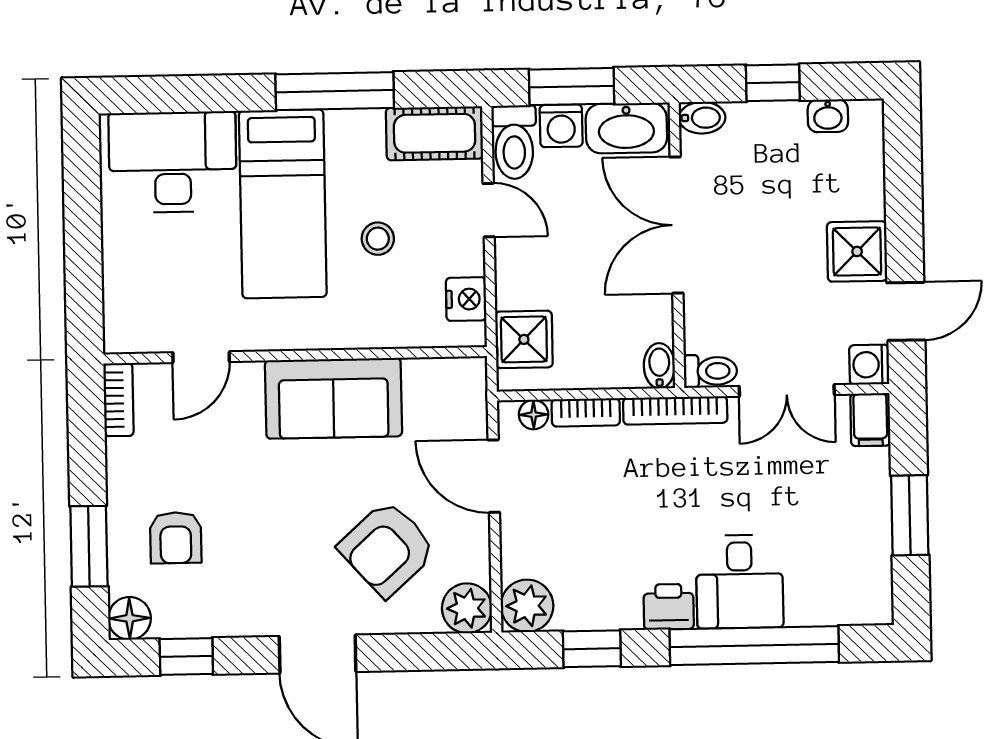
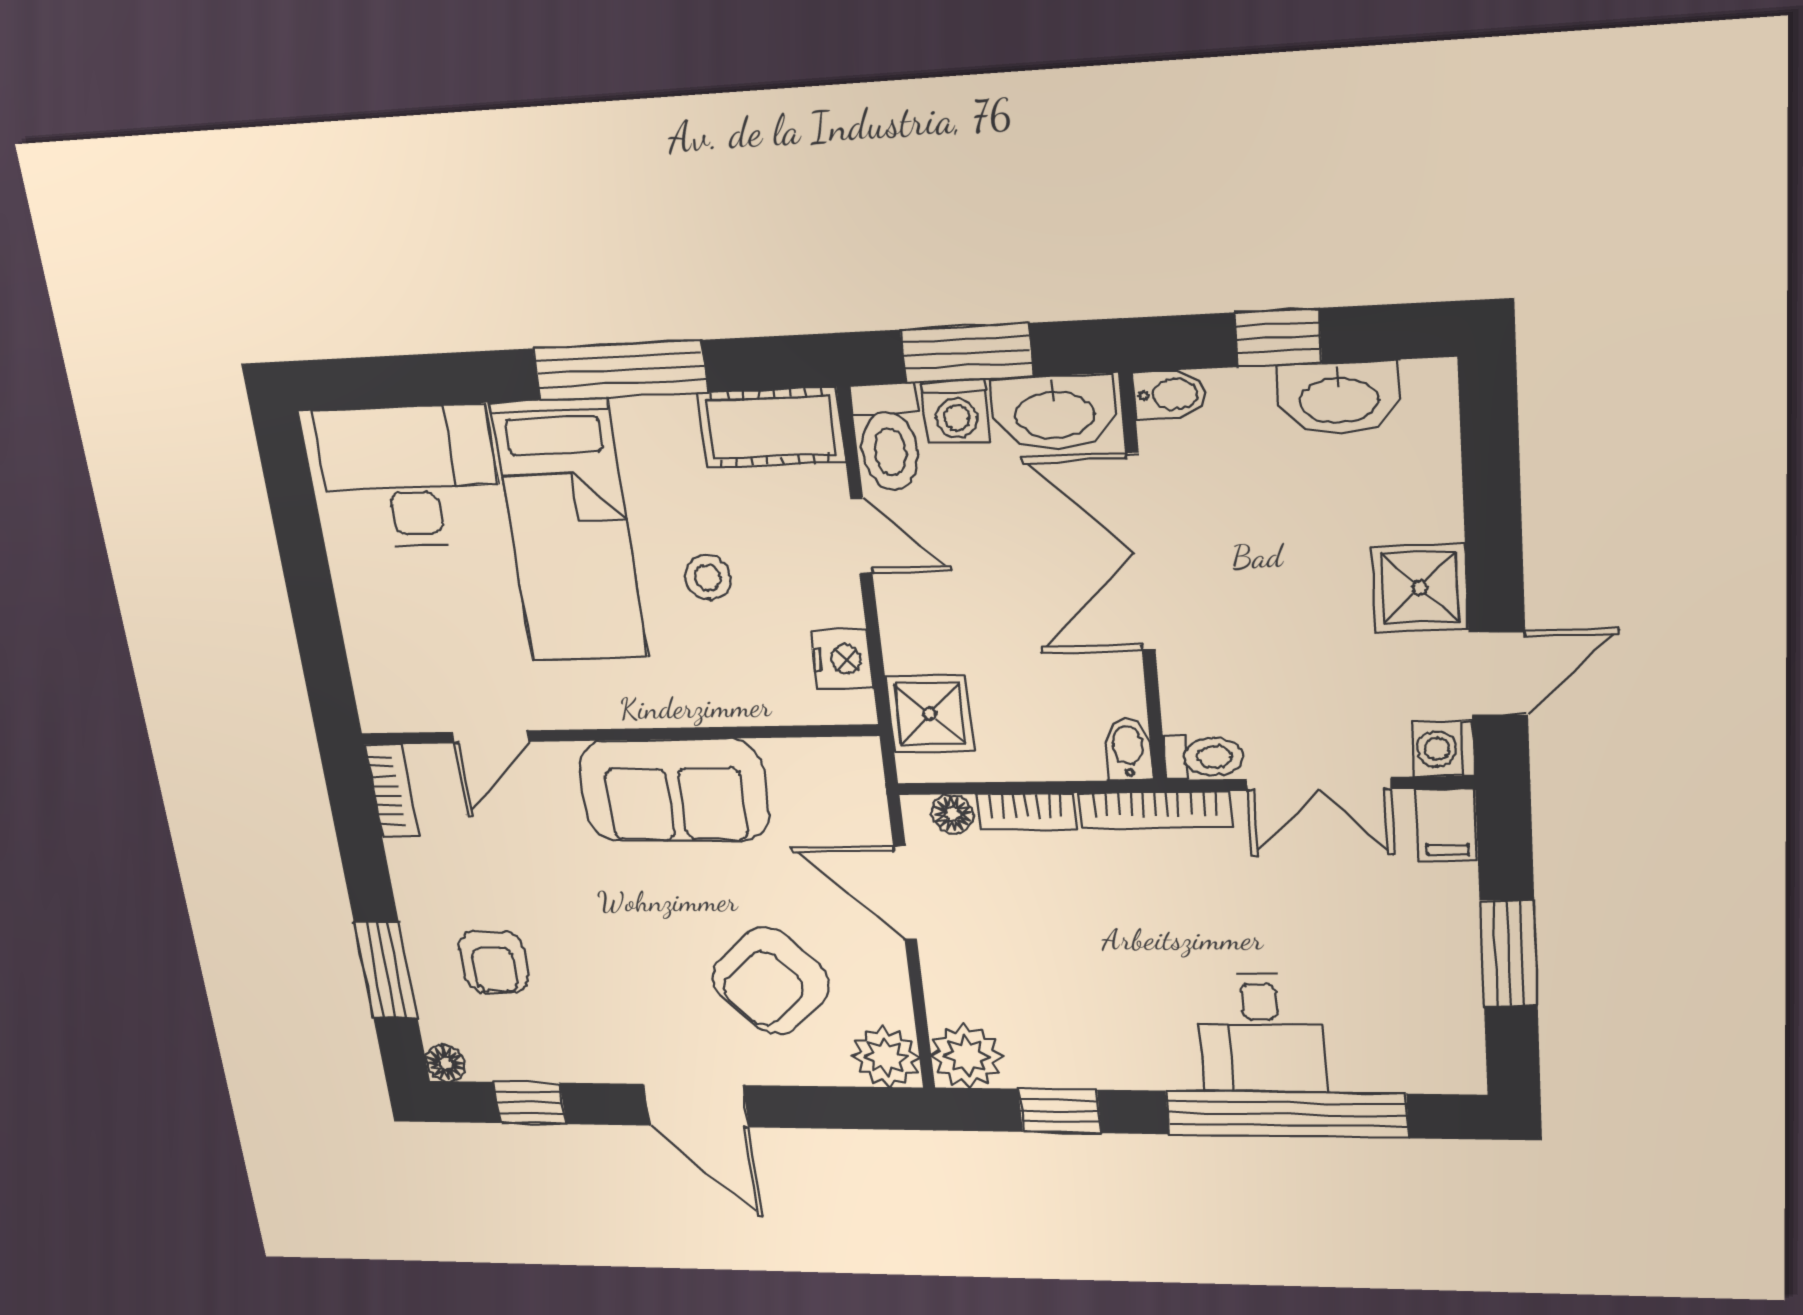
washbasin: (828, 116) -> (1339, 398), width x1.91, depth x1.45
printer: (669, 607) -> (1162, 1063), removed
floor lamp: (130, 618) -> (446, 1063), width x0.73, depth x0.73

